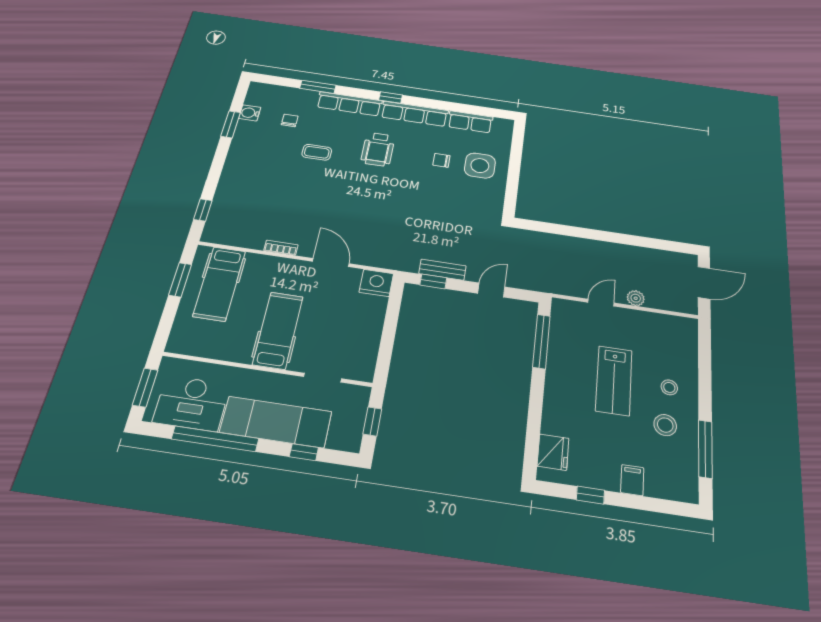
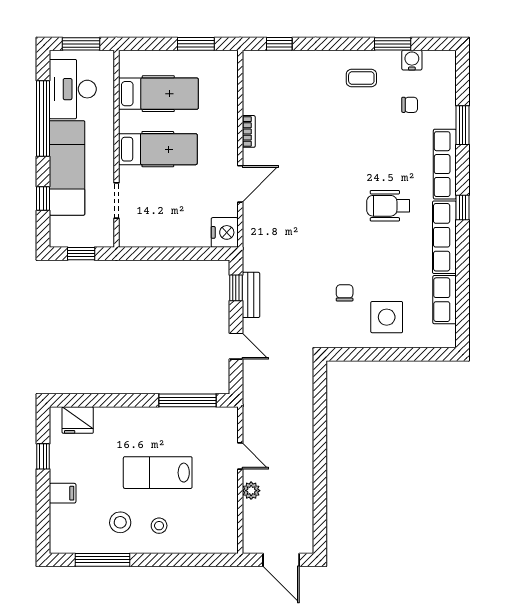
coffee table: (317, 152) -> (361, 78), moved, turned 90
chair: (441, 160) -> (345, 293), moved
hospital bed: (219, 284) -> (158, 94), moved, turned 180

